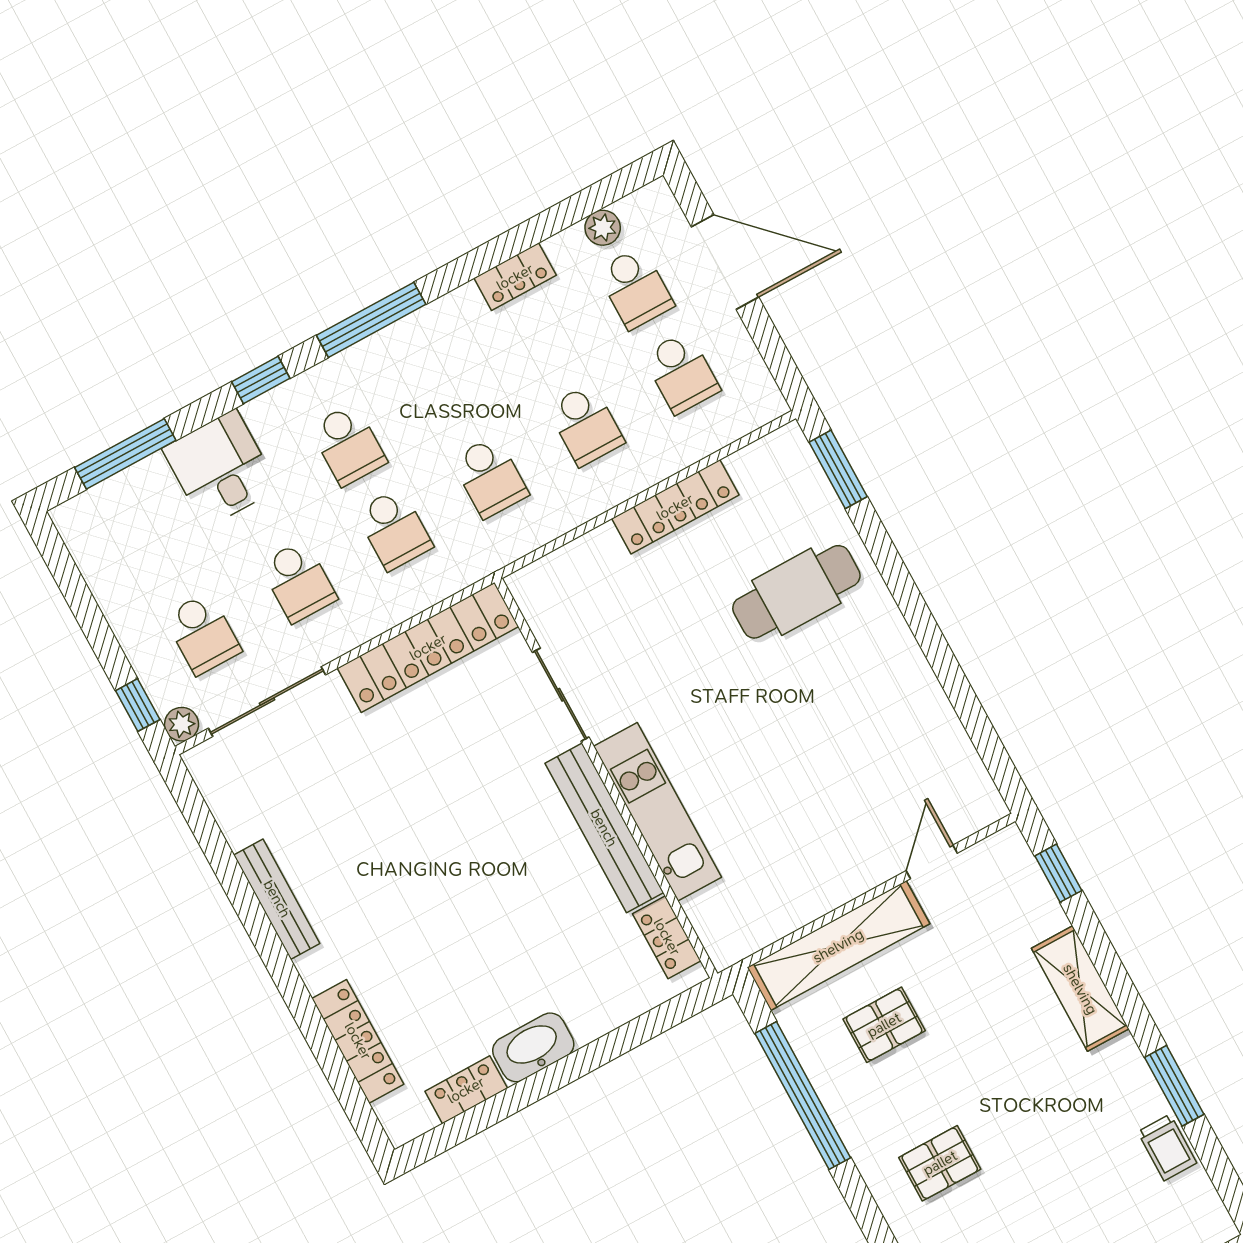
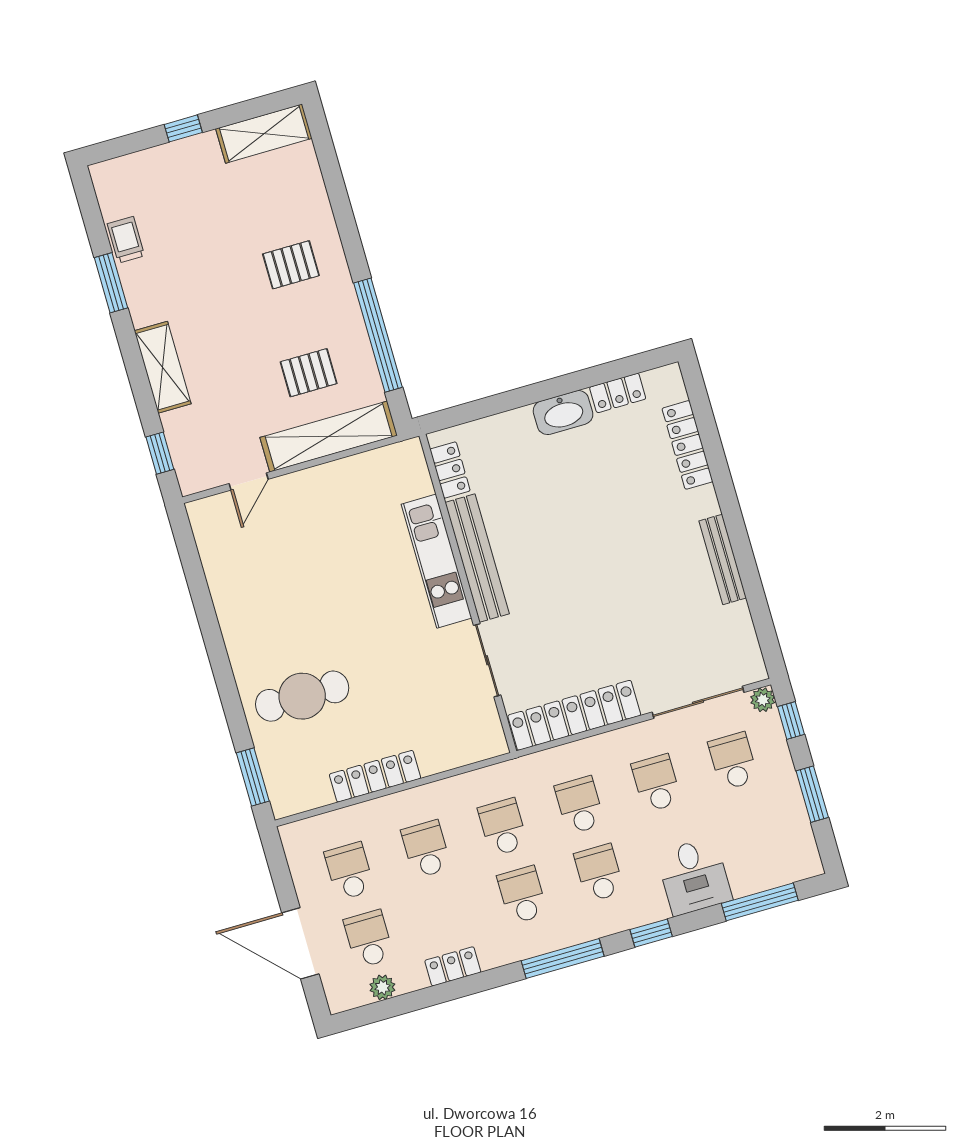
school desk: (444, 393) -> (522, 895), added
window: (88, 613) -> (812, 794), added

